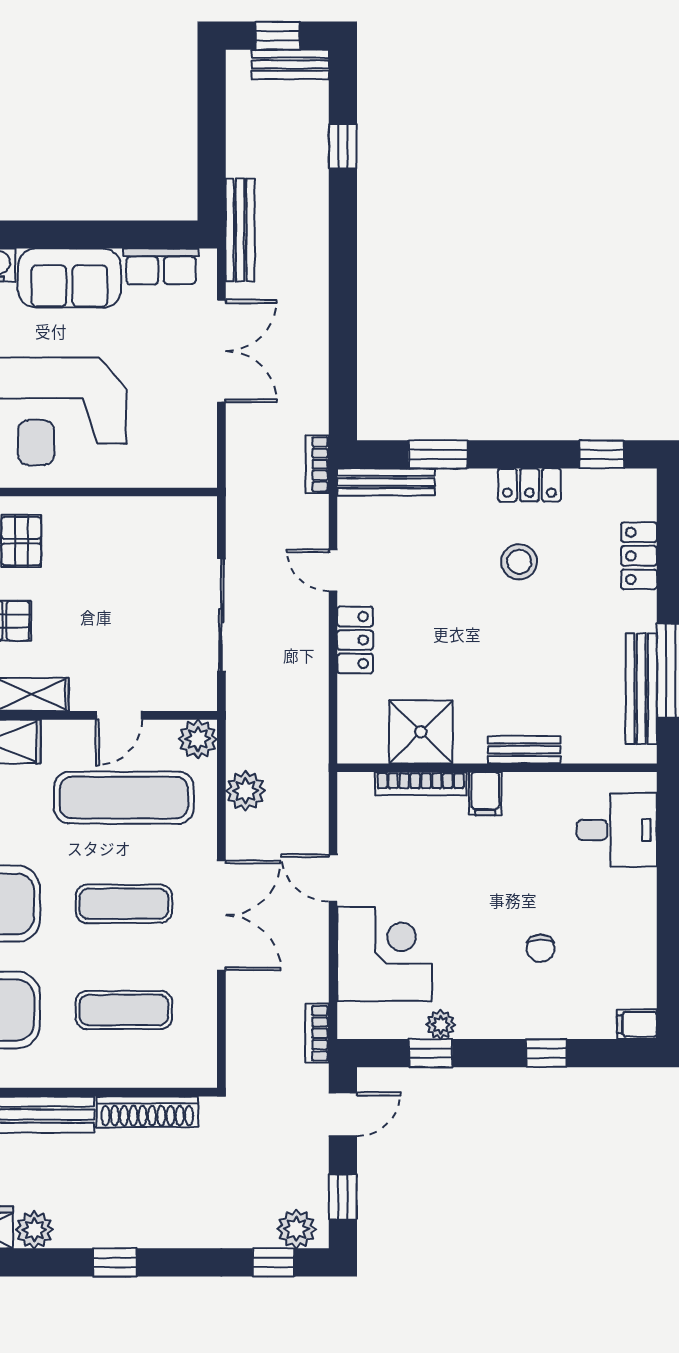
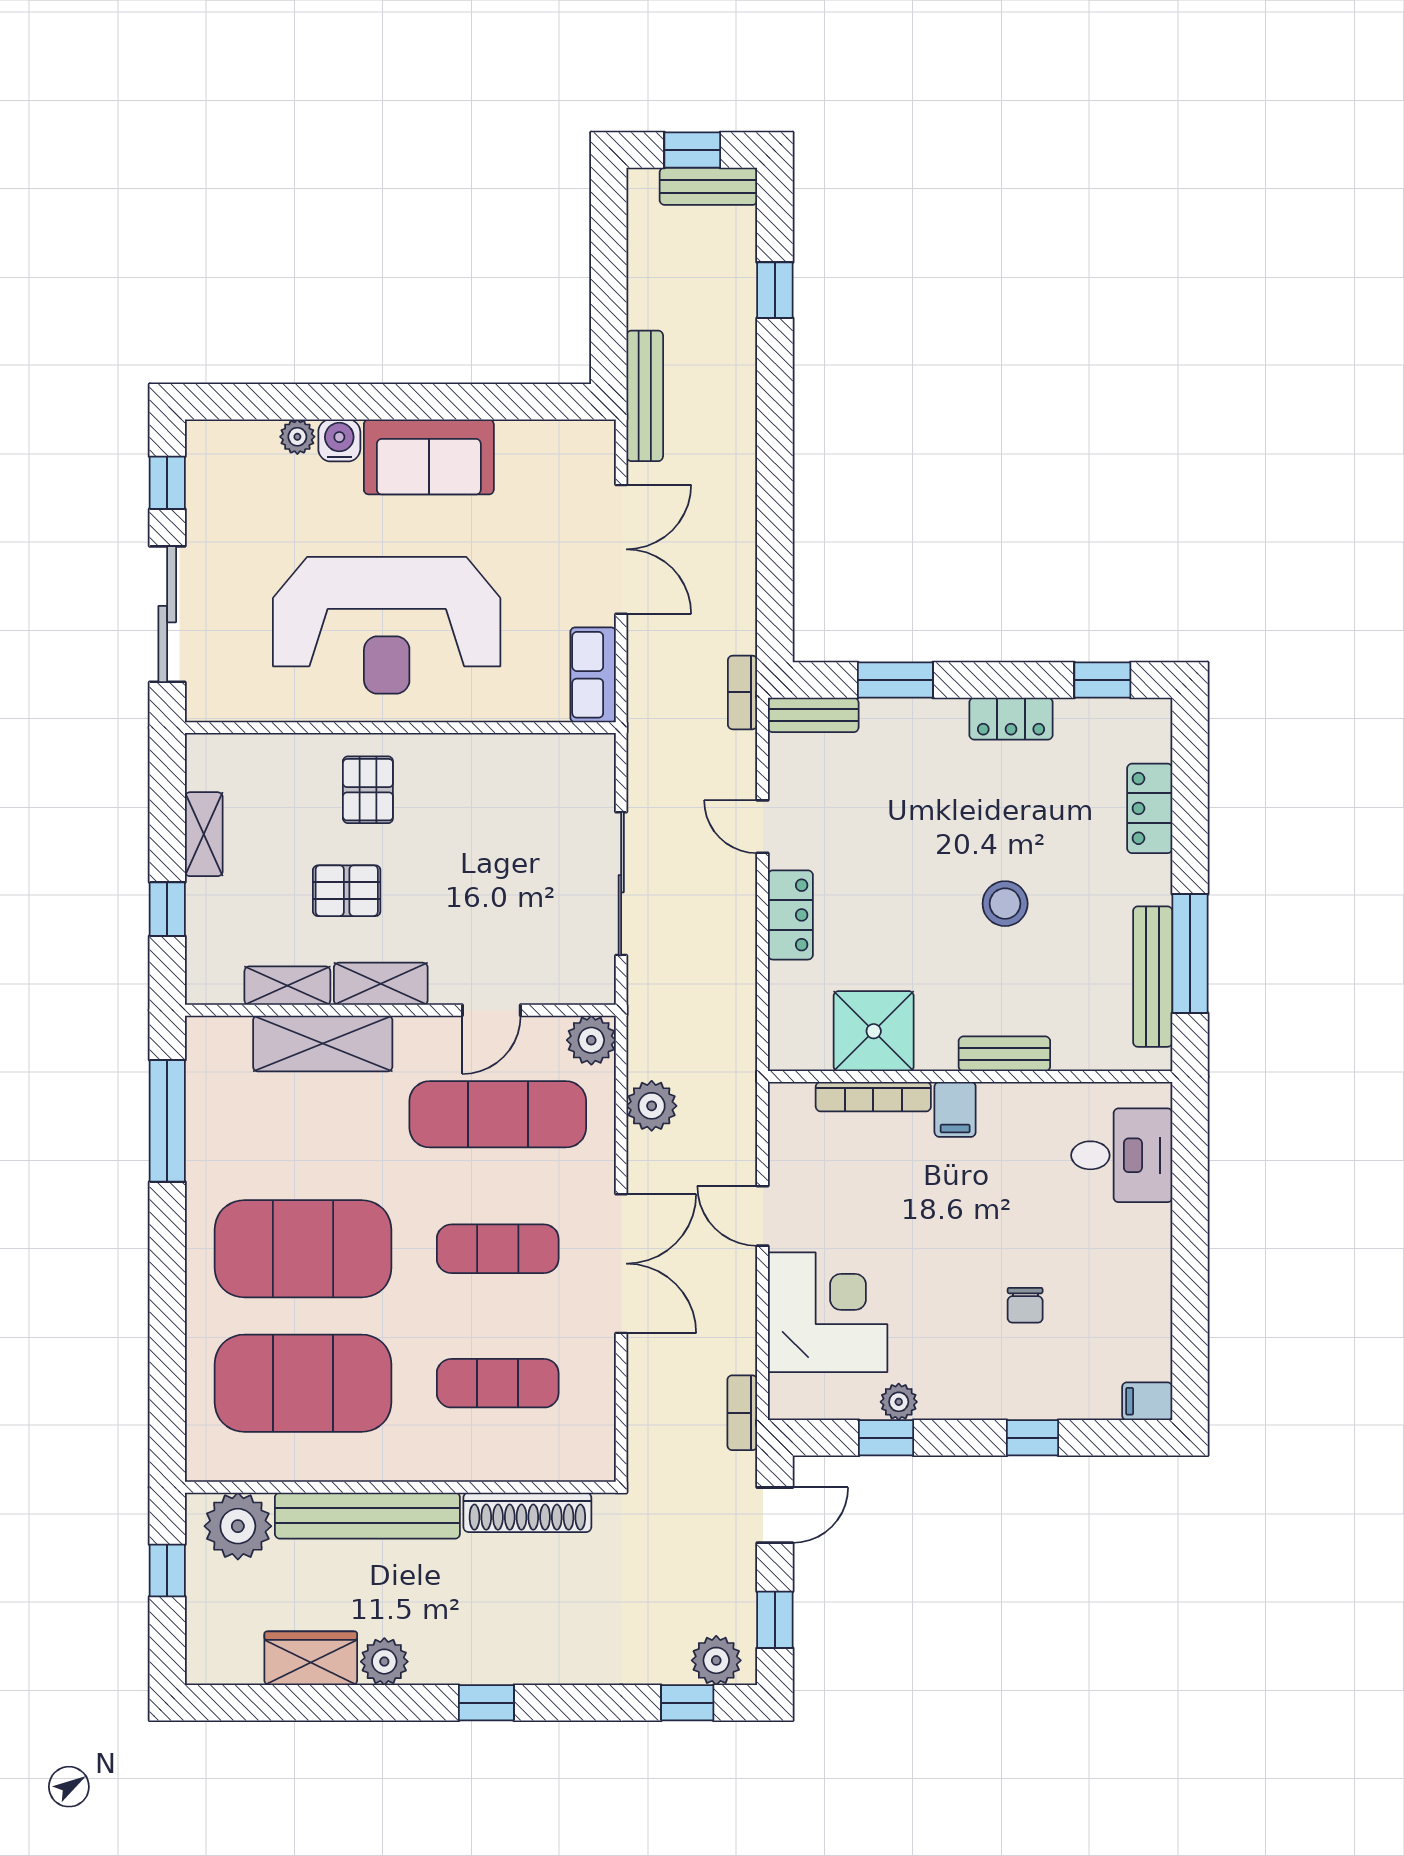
row of seats: (161, 266) -> (593, 675), moved, turned 90
bench: (386, 482) -> (813, 715), width x0.73
stool: (519, 562) -> (1005, 904), moved

